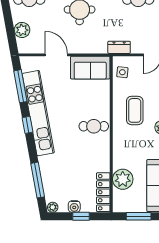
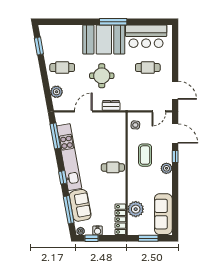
dresser: (119, 47) -> (111, 105), moved
door: (56, 55) -> (83, 111), hinge flipped
sofa: (90, 68) -> (80, 205), moved, turned -100
window: (28, 125) -> (63, 177), moved
window: (81, 216) -> (92, 238), moved

